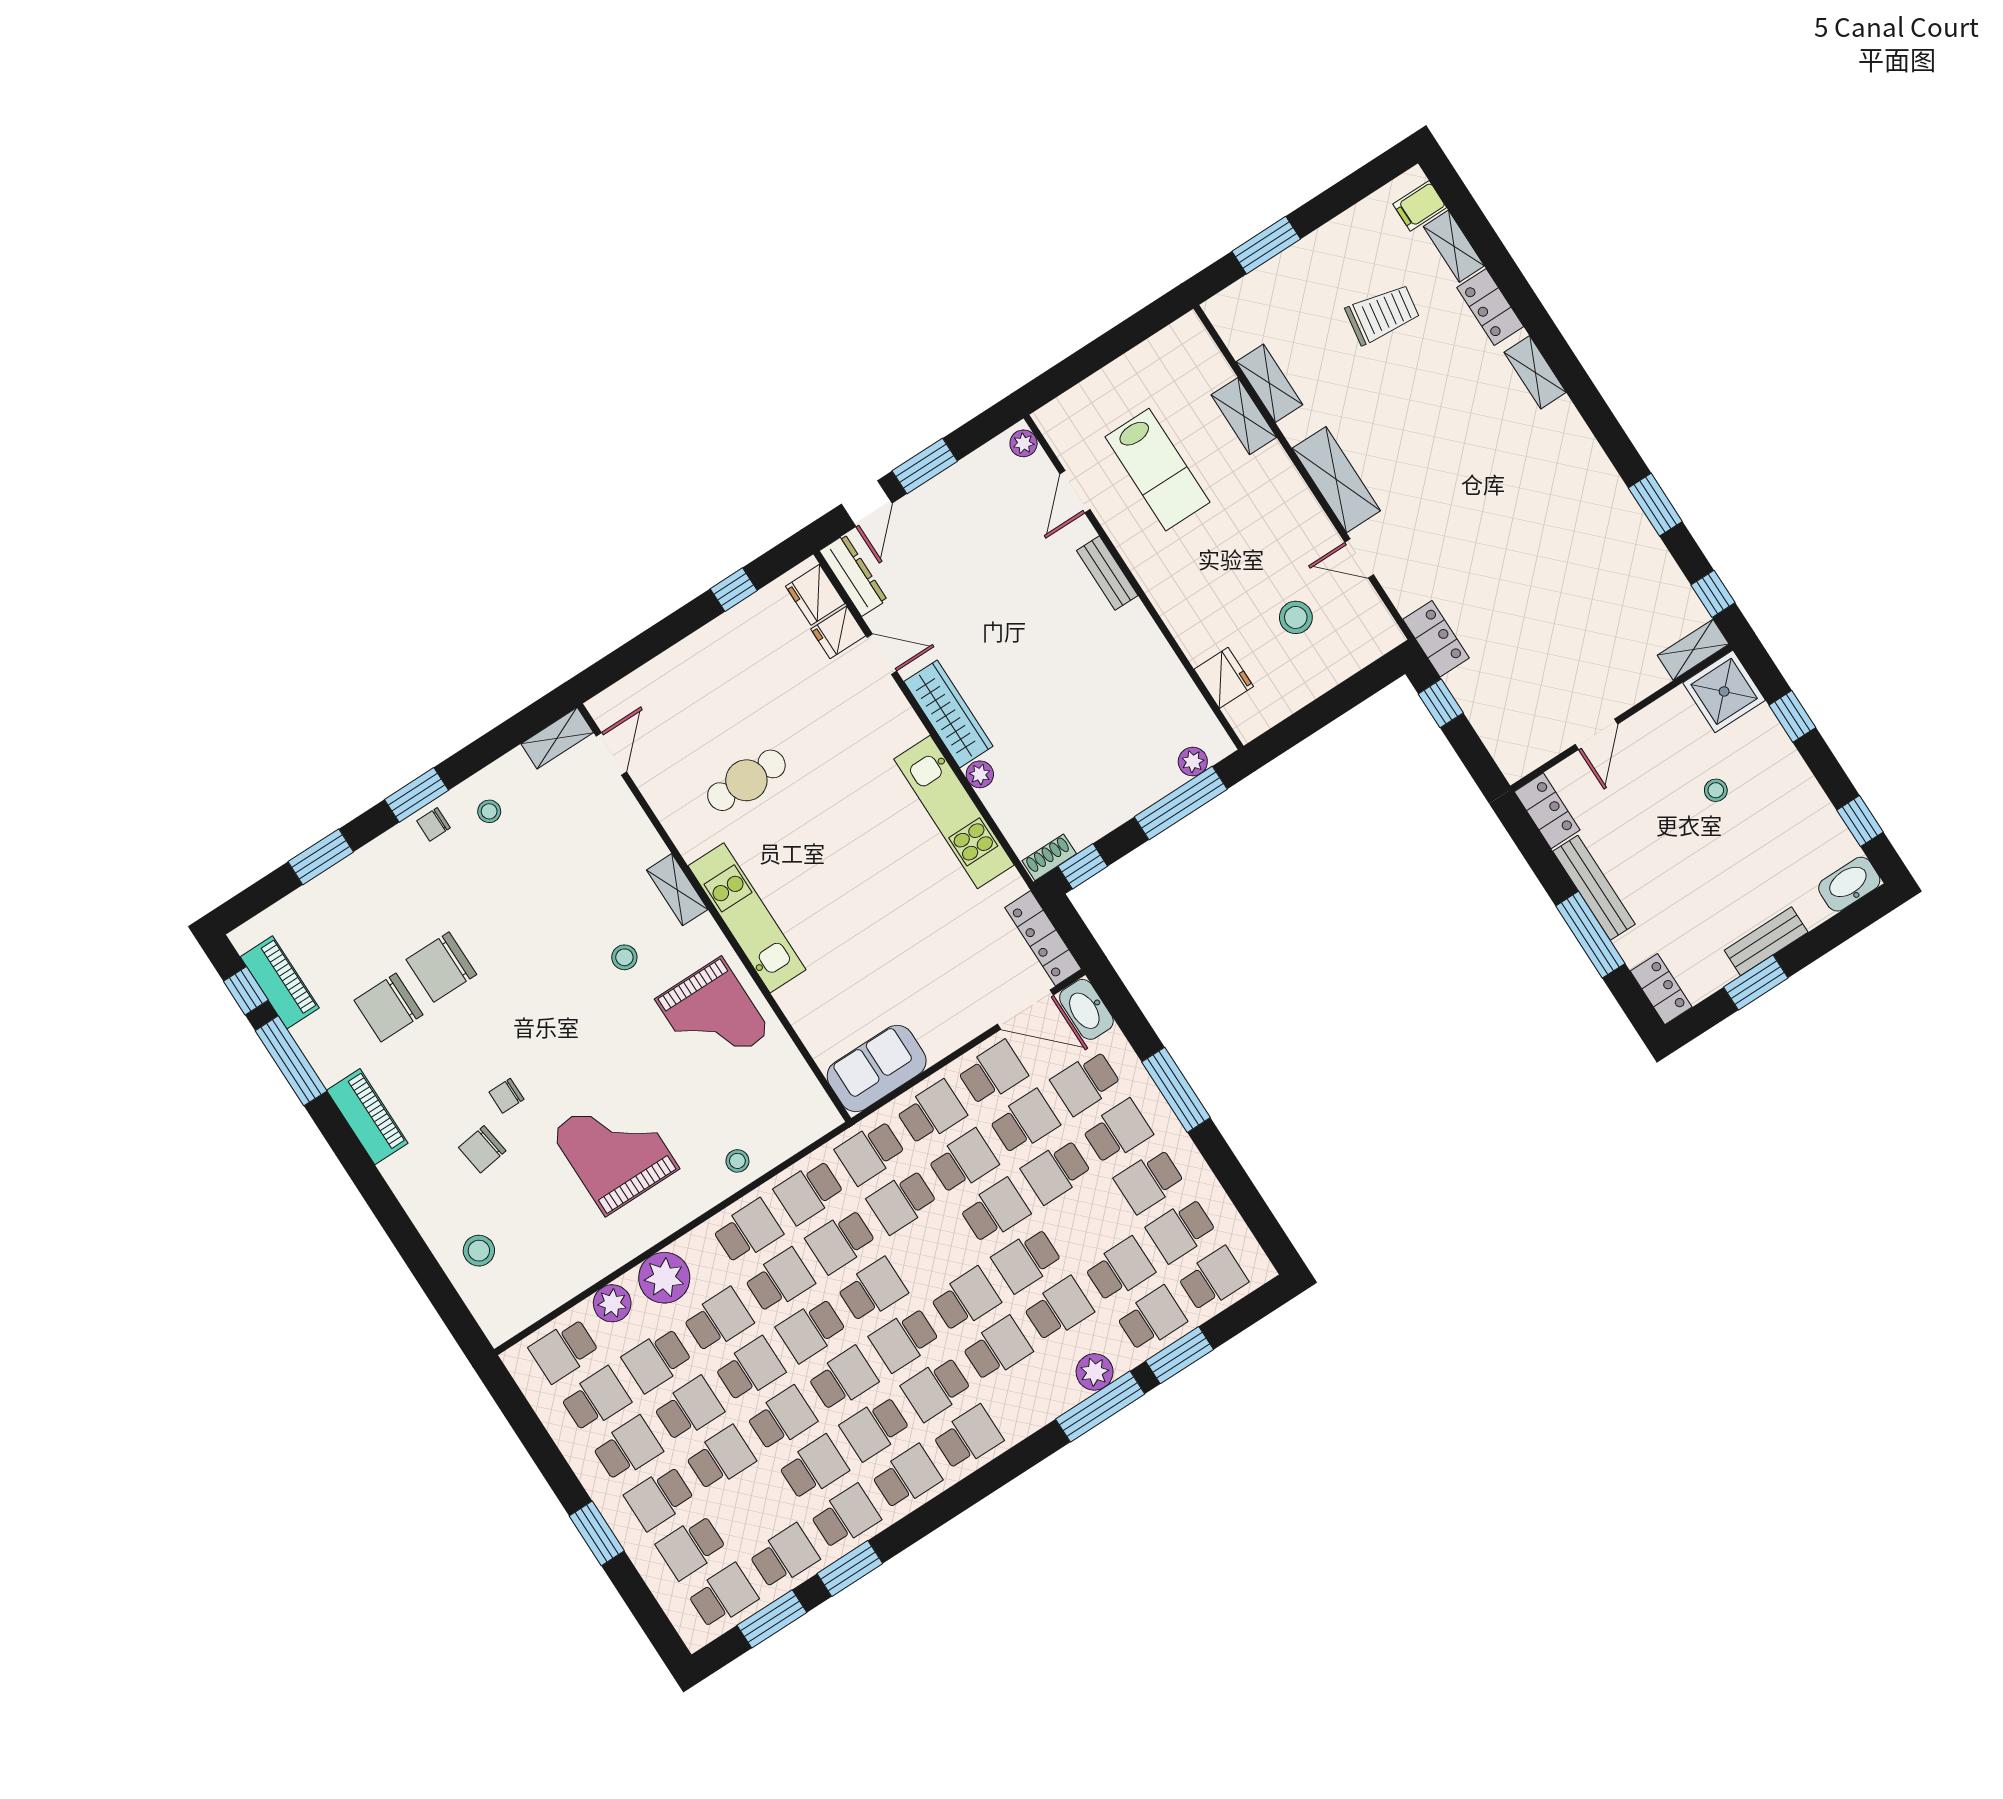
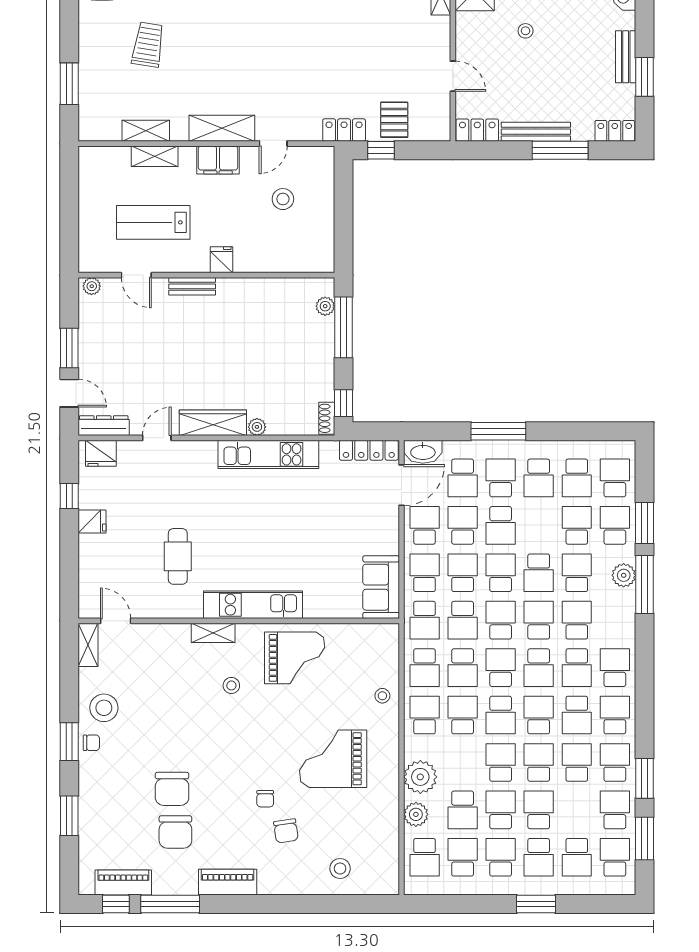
lab bench: (1157, 470) -> (153, 222), turned 180
filing cabinet: (1292, 501) -> (218, 160), added
fridge: (838, 632) -> (92, 521), moved, turned -90
fridge: (1224, 678) -> (222, 260), moved, width x0.72
pallet: (1491, 695) -> (394, 120), added
stool: (489, 811) -> (104, 708), width x1.89, depth x1.89
chair: (434, 824) -> (91, 743), turned -90
school desk: (718, 1320) -> (501, 620), moved

